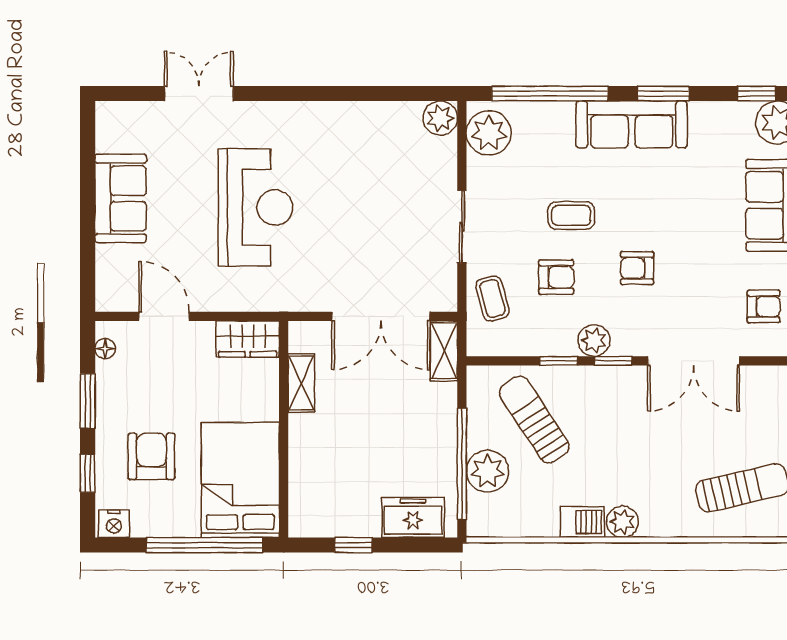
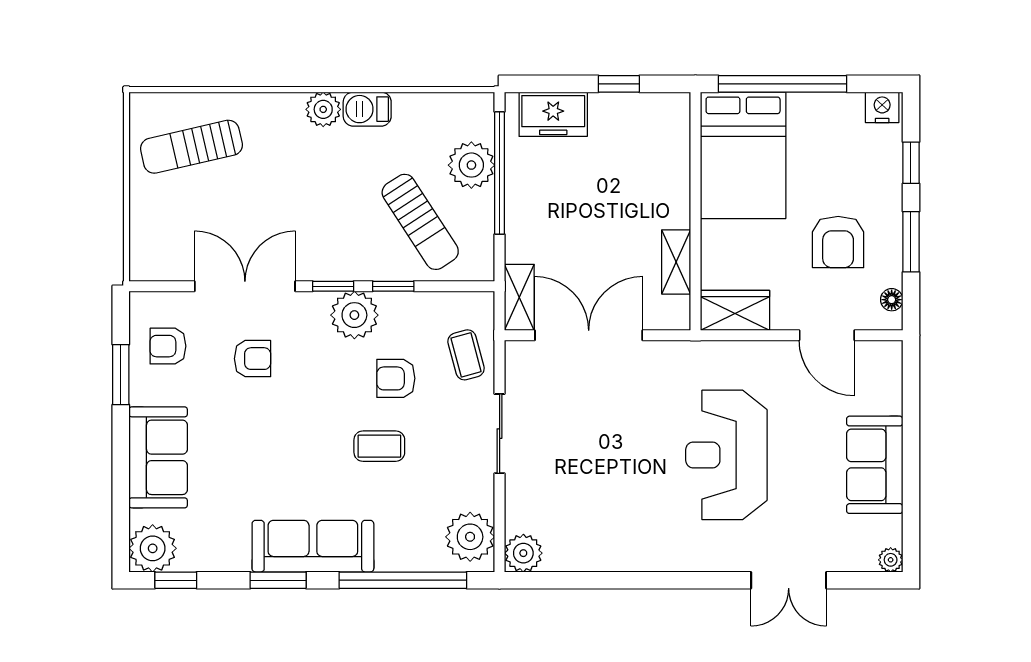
plant: (106, 112) -> (891, 560), added
armchair: (637, 268) -> (253, 359), moved
plant: (594, 341) -> (354, 315), width x1.36, depth x1.36
armchair: (152, 456) -> (838, 242), moved

